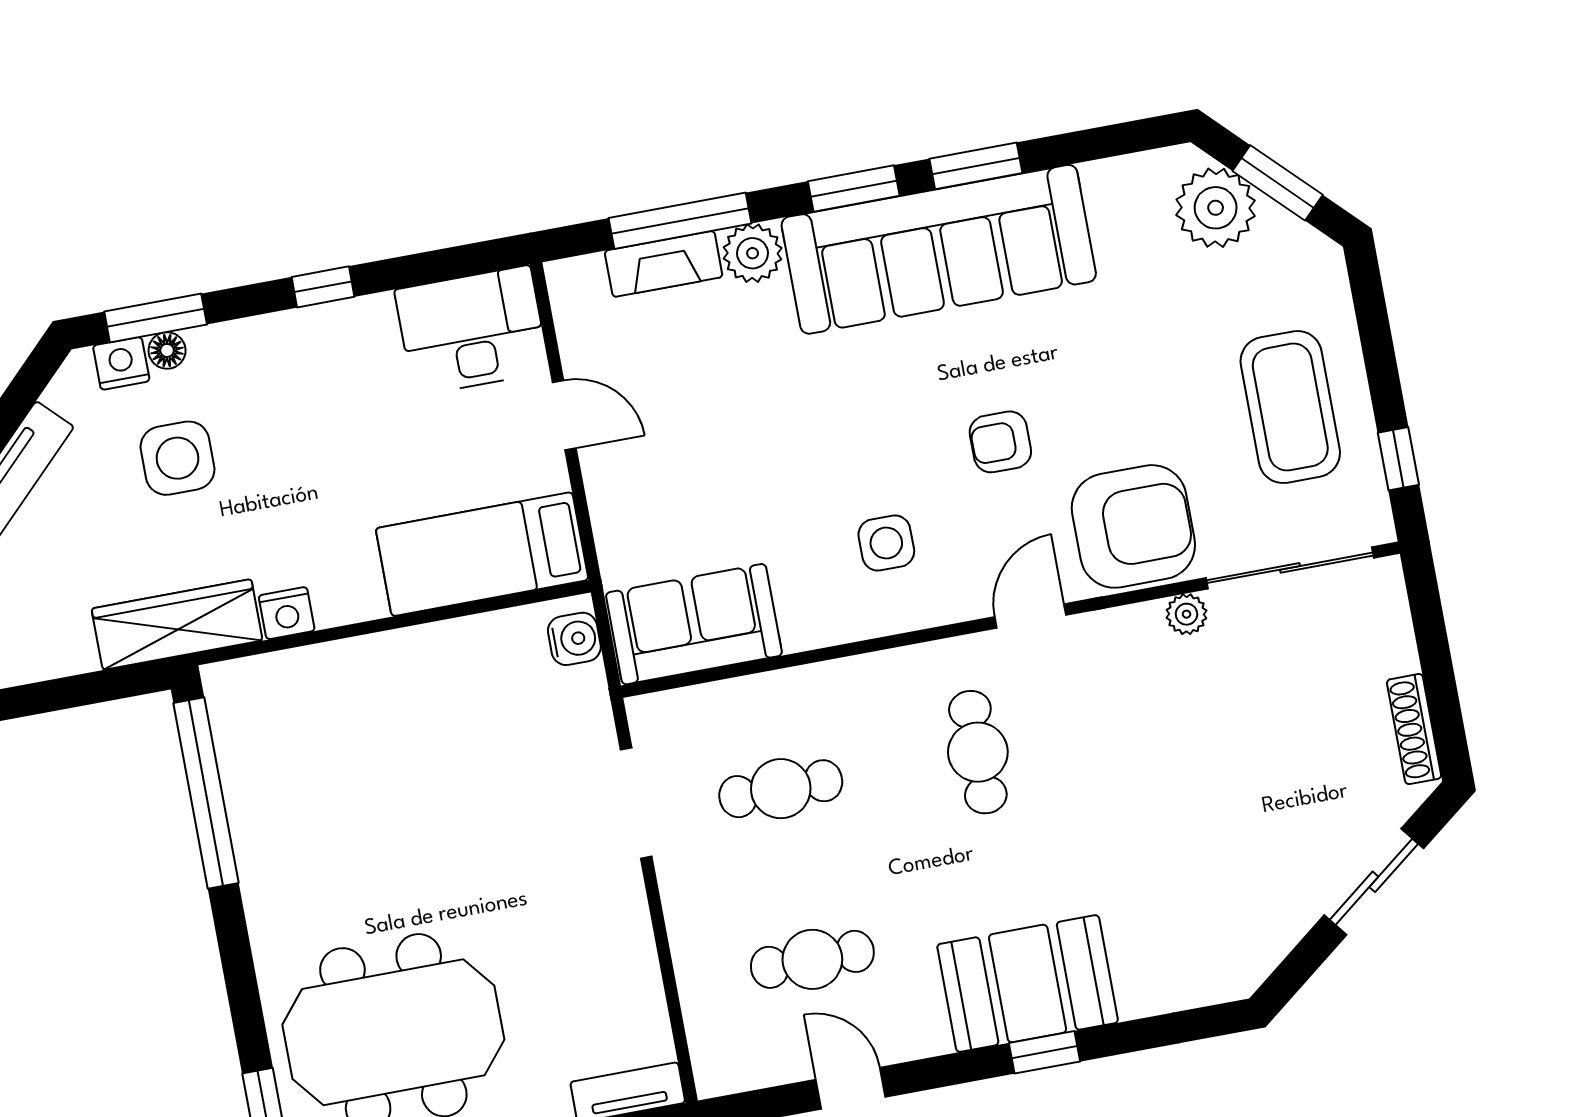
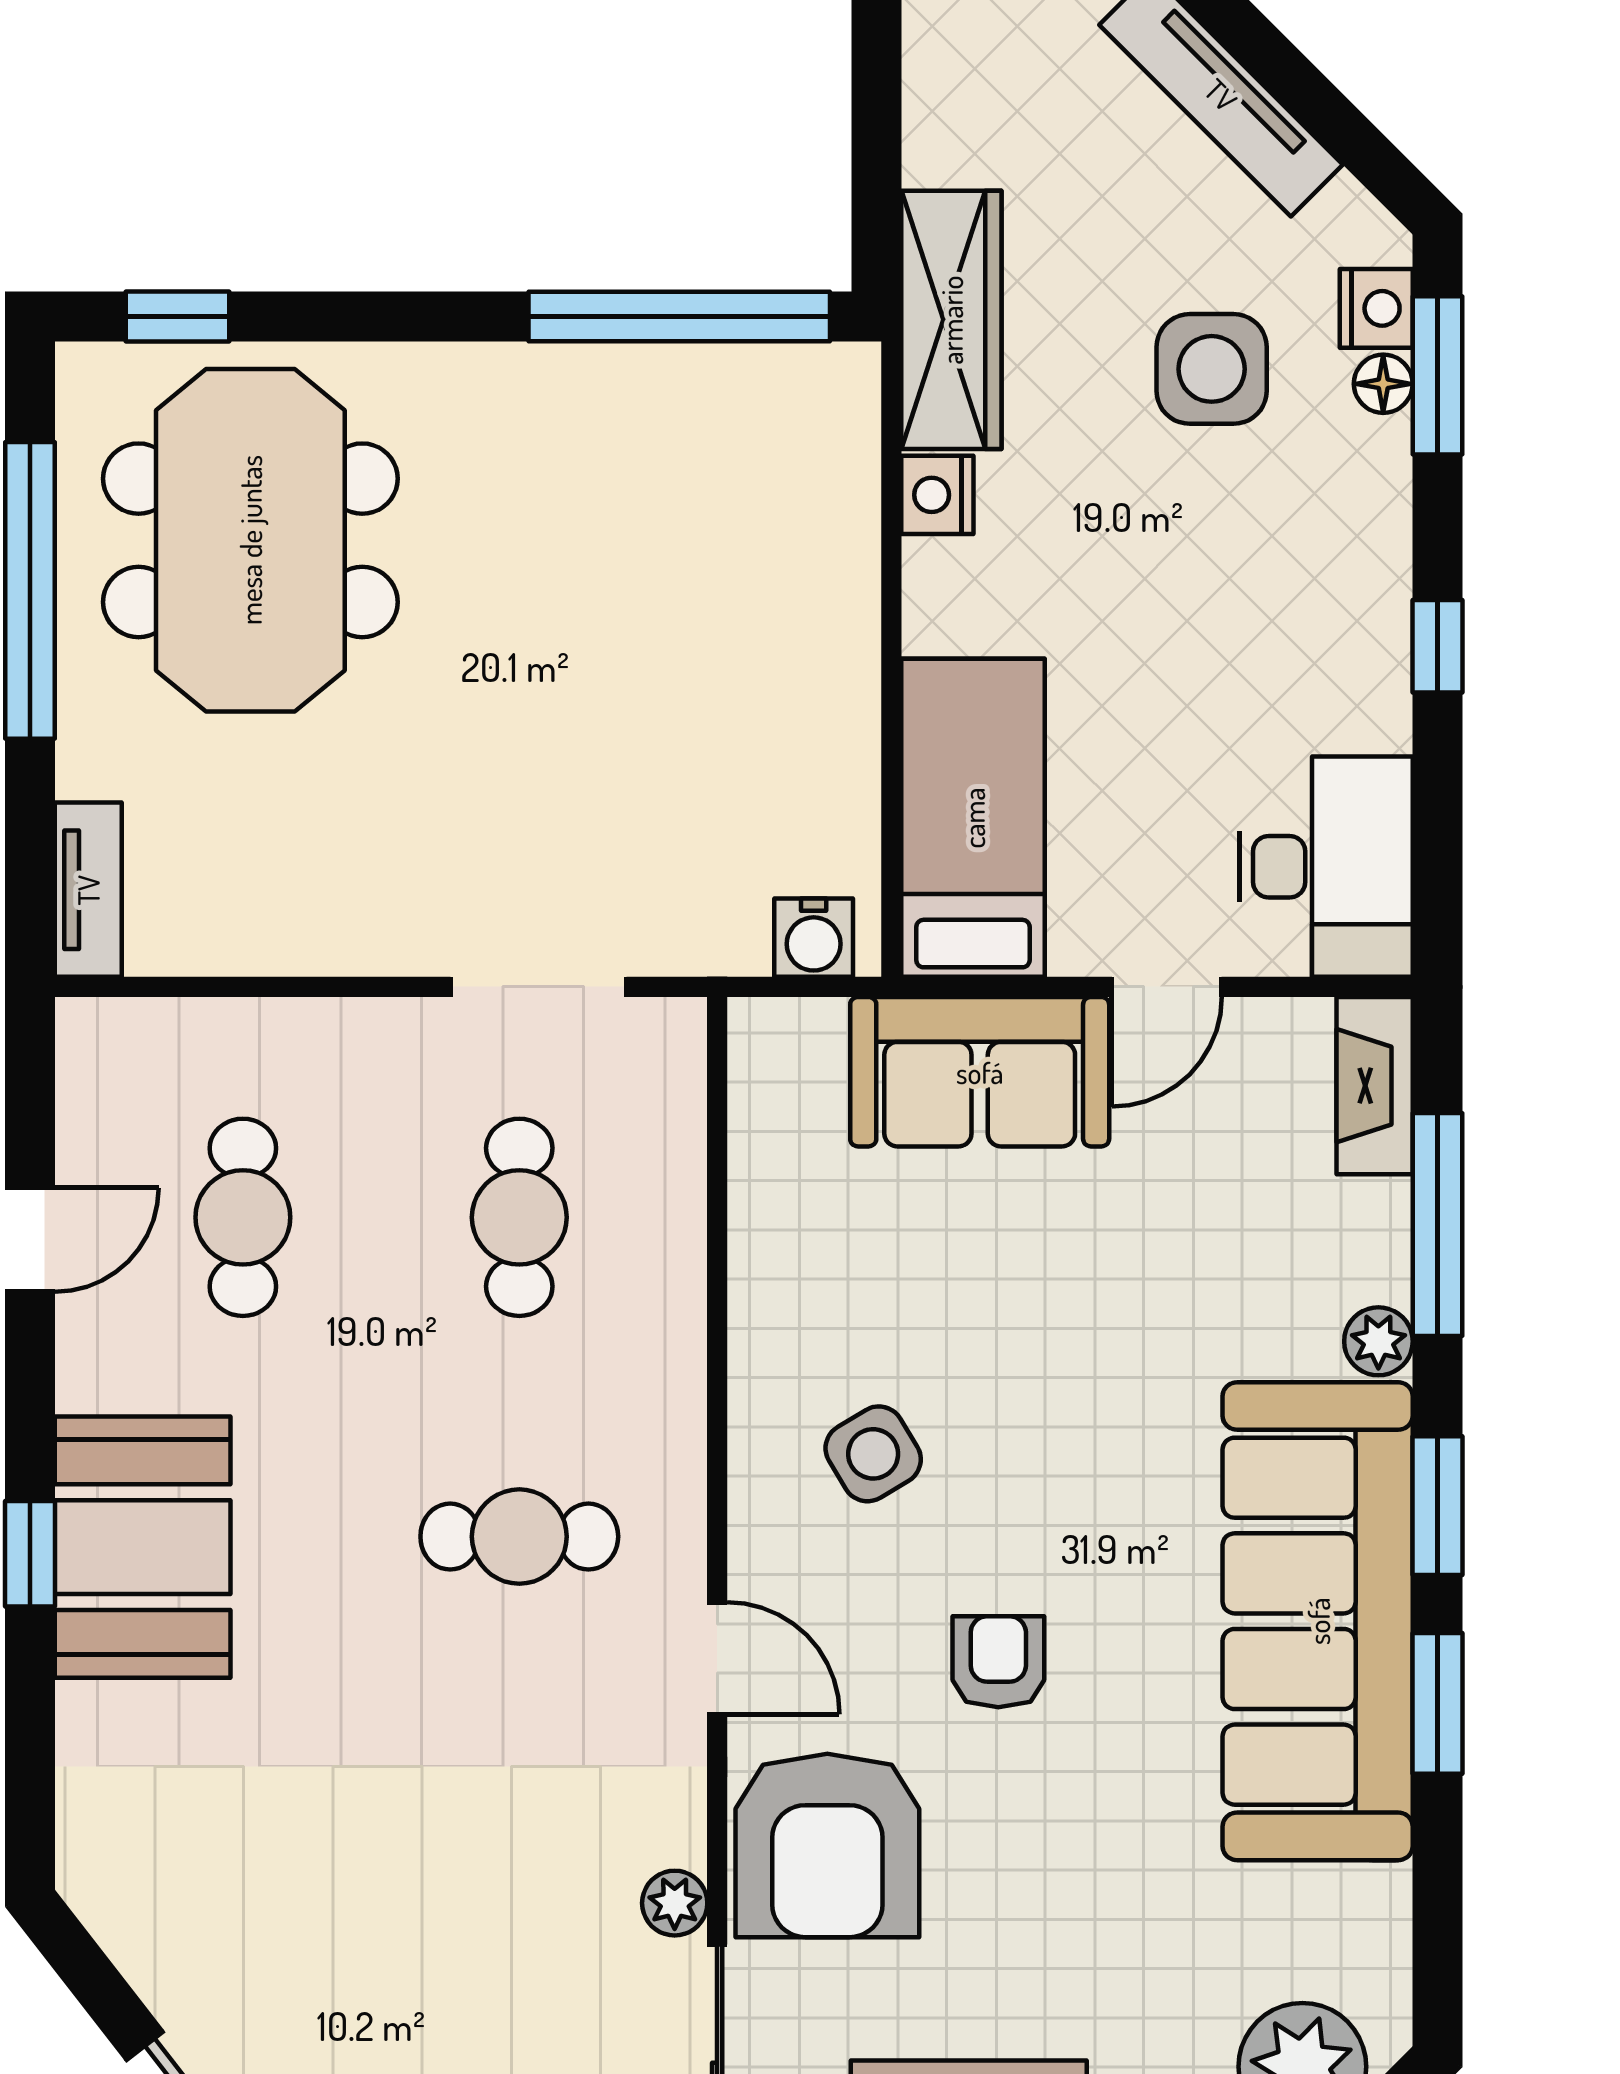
plant: (753, 253) -> (1378, 1341), width x0.73, depth x0.73
fireplace: (664, 264) -> (1375, 1086), moved
side table: (886, 543) -> (873, 1454), turned -31
sofa: (694, 624) -> (980, 1072), moved, turned 90

